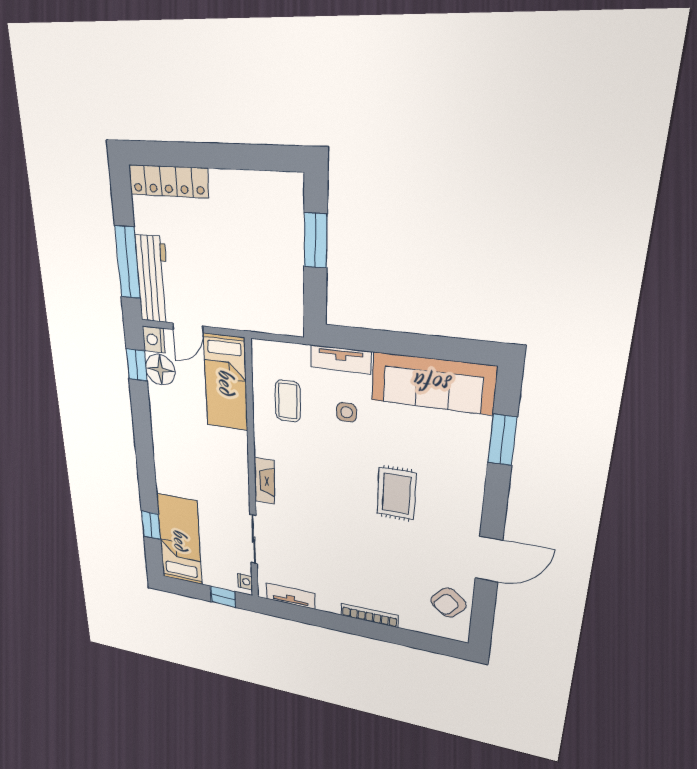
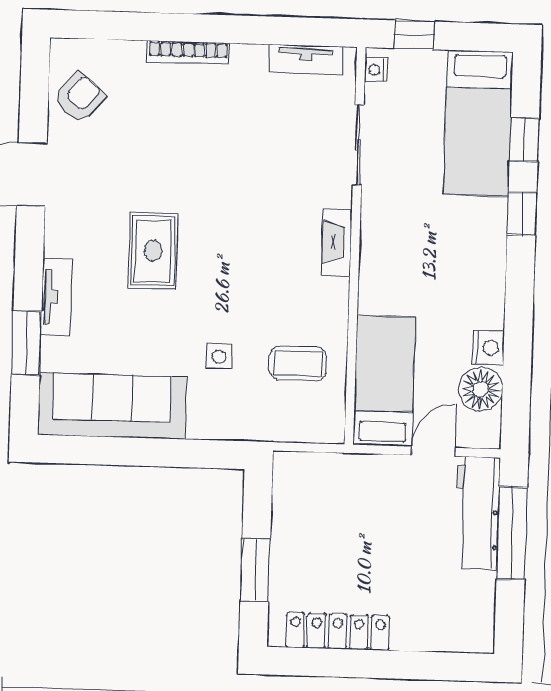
locker: (168, 181) -> (338, 631), moved
nightstand: (154, 340) -> (488, 348), moved
tv unit: (341, 359) -> (56, 297), moved, turned 90
window: (137, 365) -> (522, 214), moved
coffee table: (288, 401) -> (298, 363), turned 90

